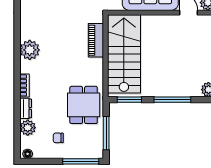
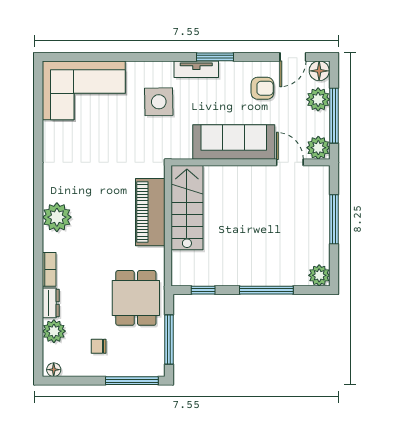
piano: (96, 40) -> (150, 212), width x1.37, depth x1.33
stairs: (124, 54) -> (187, 208), width x0.73, depth x0.66
window: (129, 100) -> (203, 290), width x0.67

